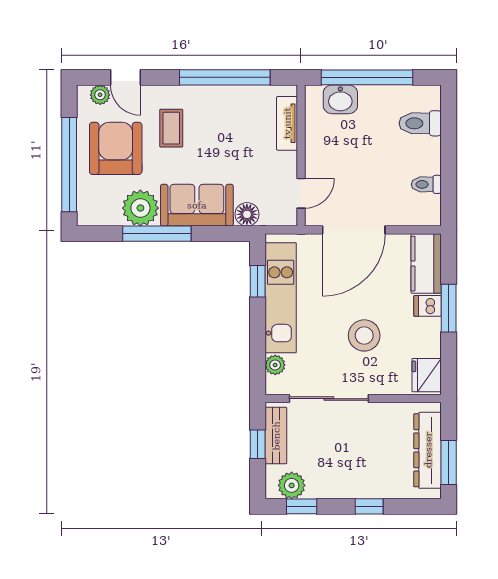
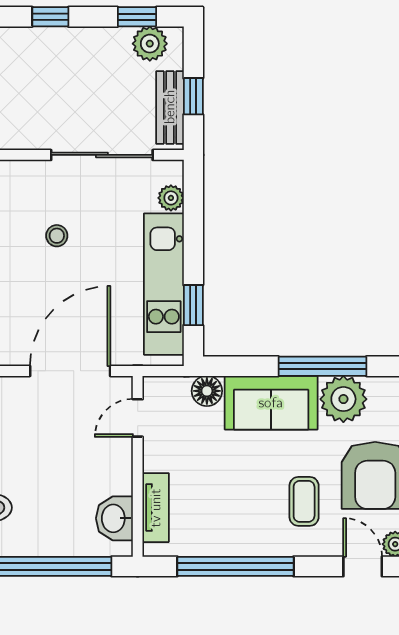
washbasin: (340, 99) -> (114, 518), moved, turned -90
stool: (364, 335) -> (57, 236), width x0.53, depth x0.53

